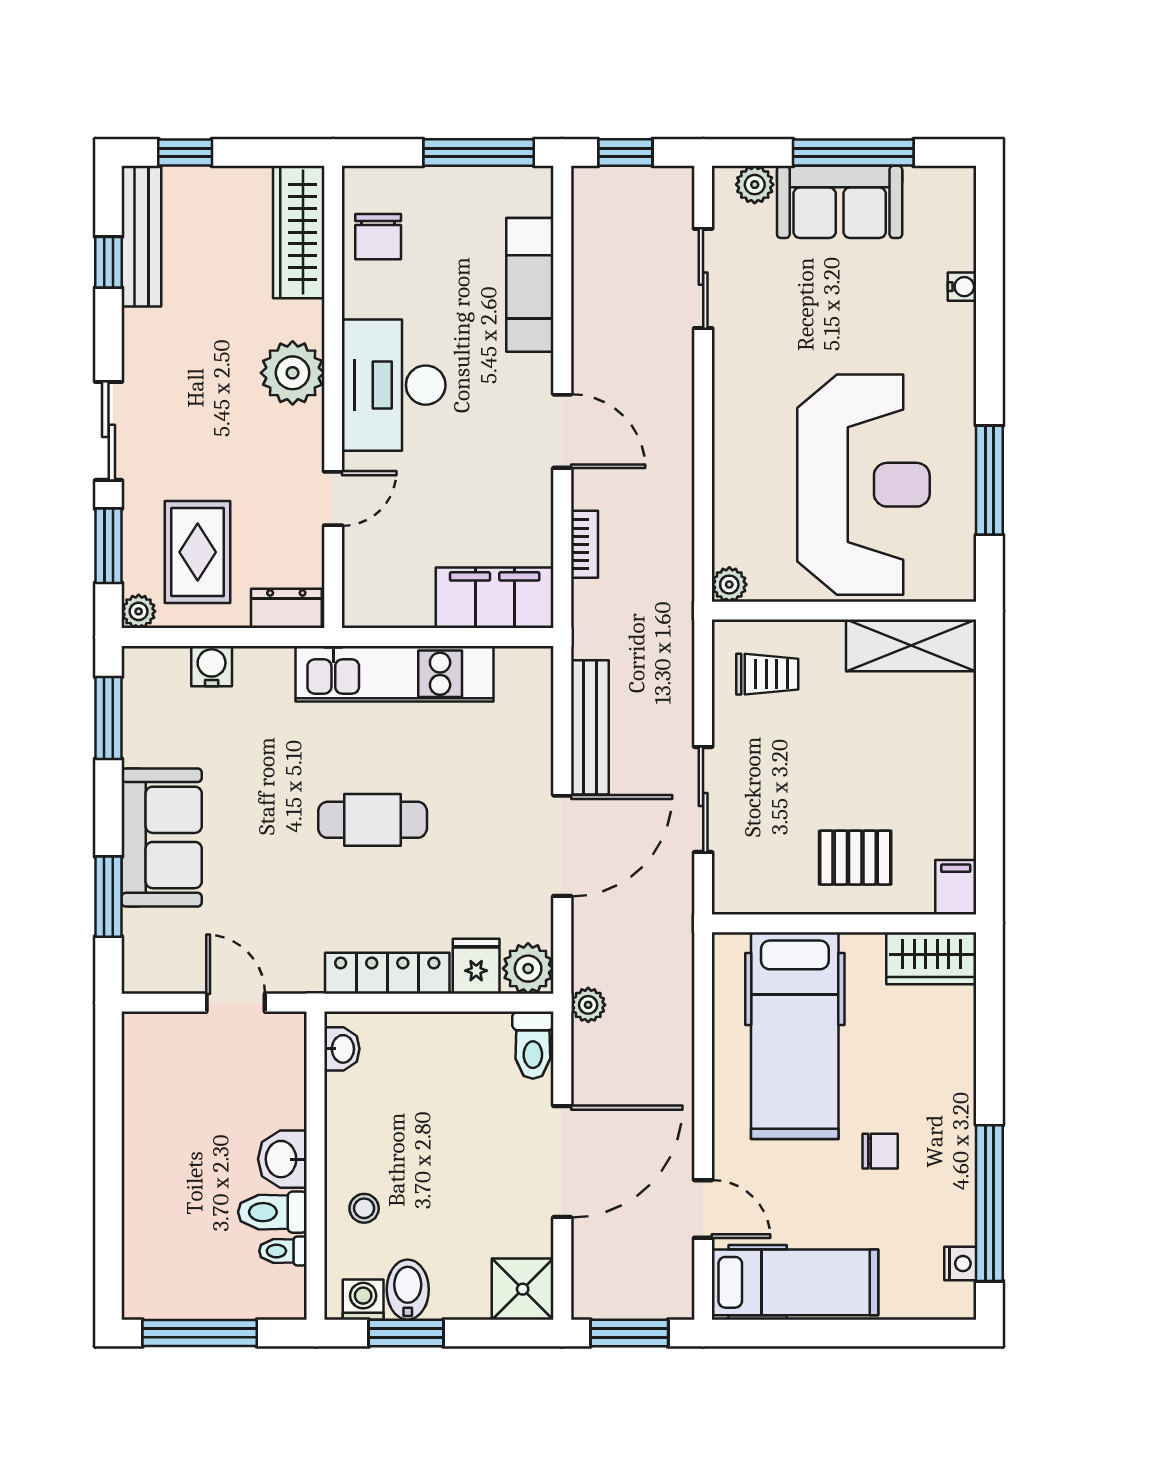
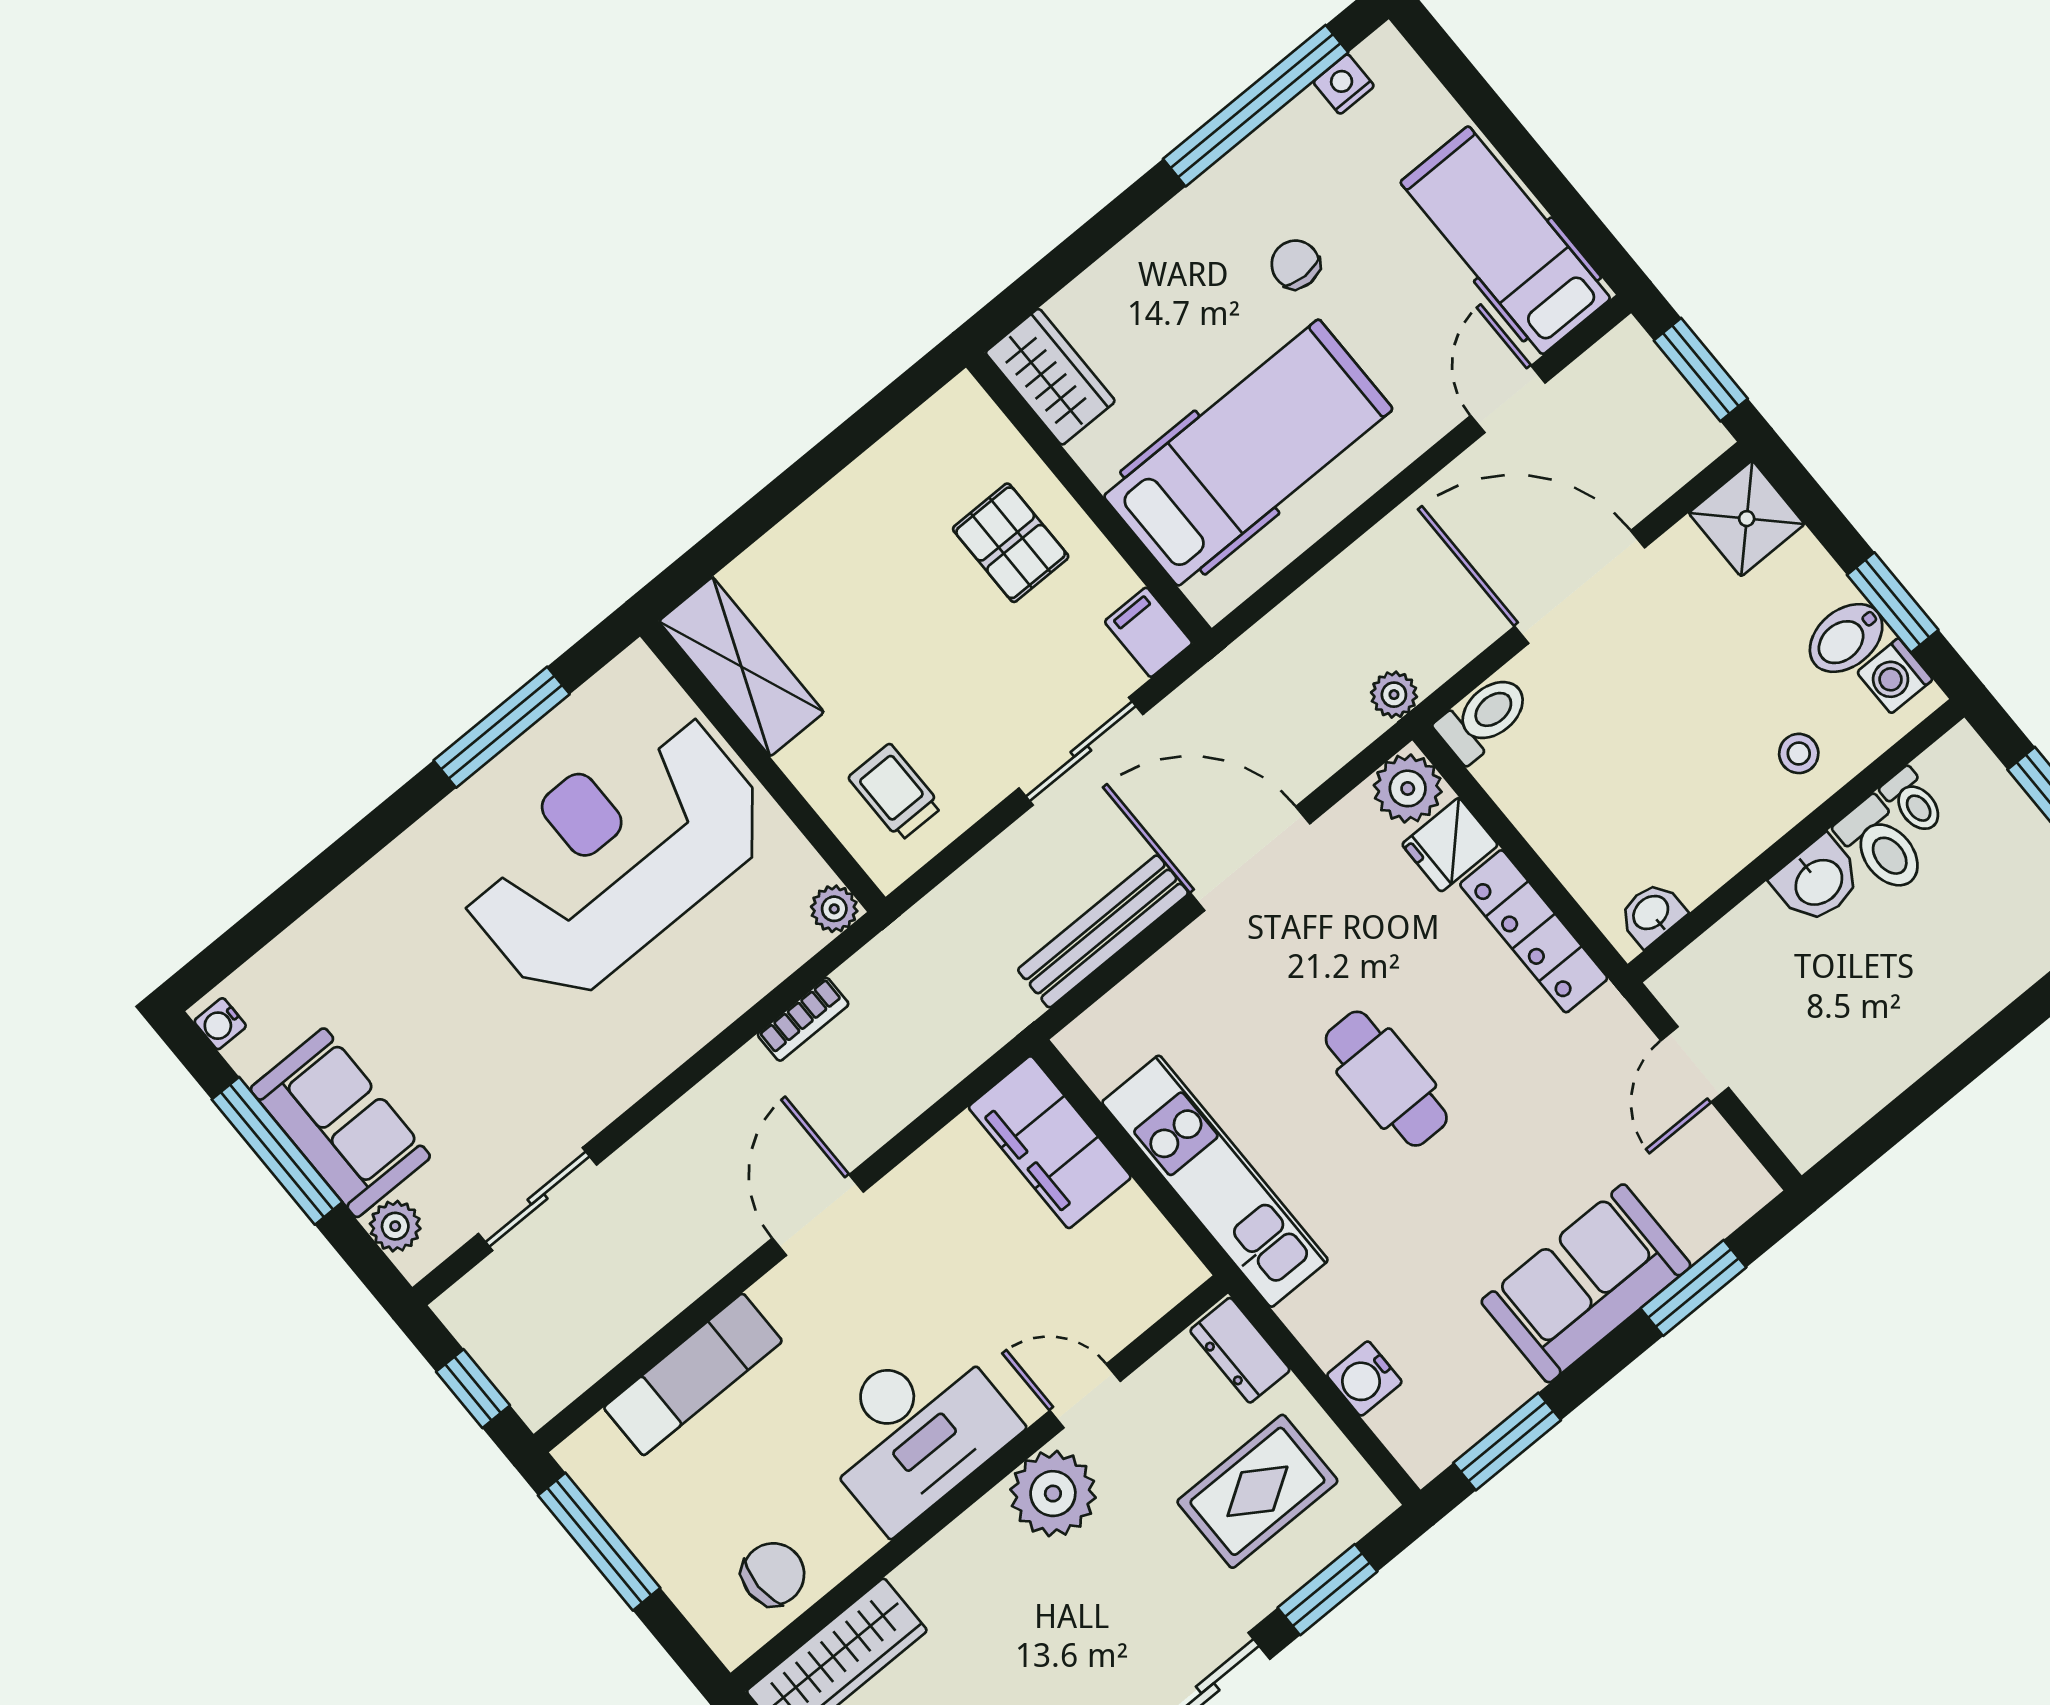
water cooler: (962, 287) -> (220, 1024), moved, turned -90
plant: (293, 373) -> (1053, 1494), moved
bookcase: (584, 544) -> (803, 1019), moved, turned 180
plant: (139, 611) -> (1370, 1502), removed
filing cabinet: (956, 887) -> (1148, 632), moved, turned 90

